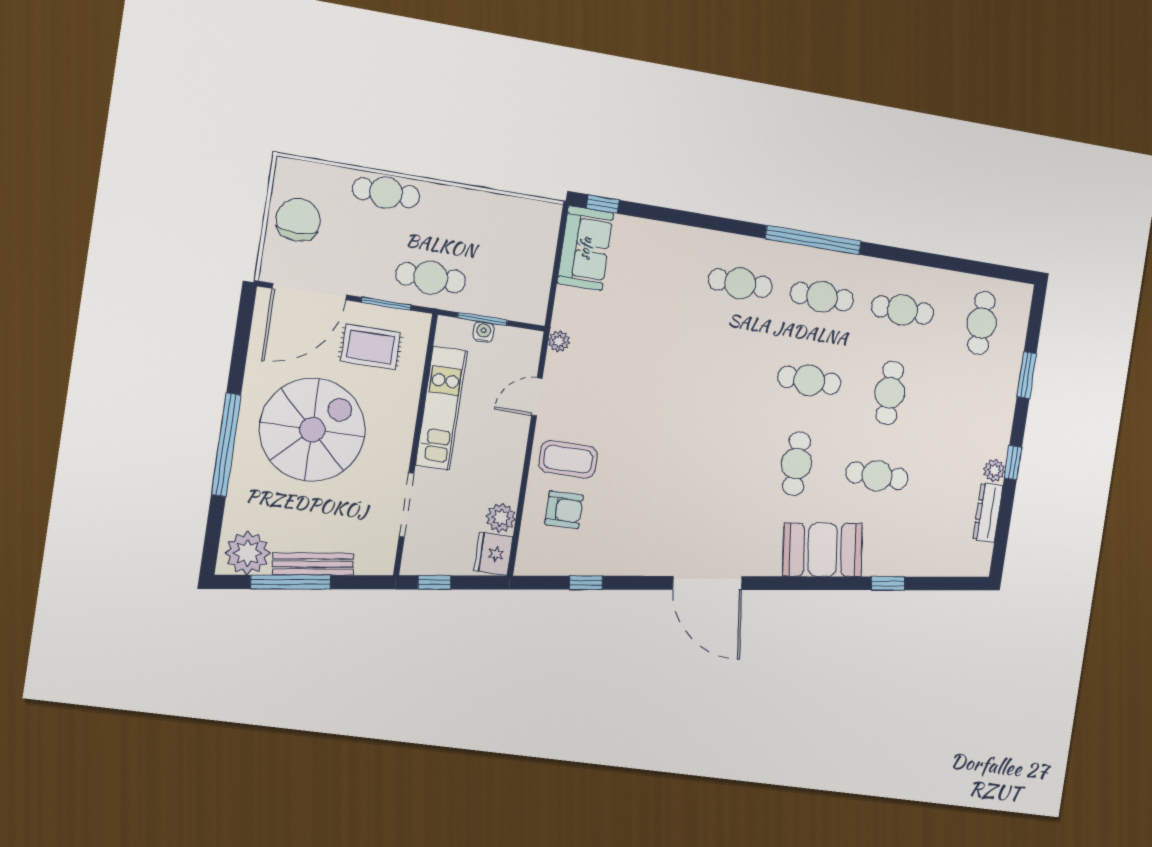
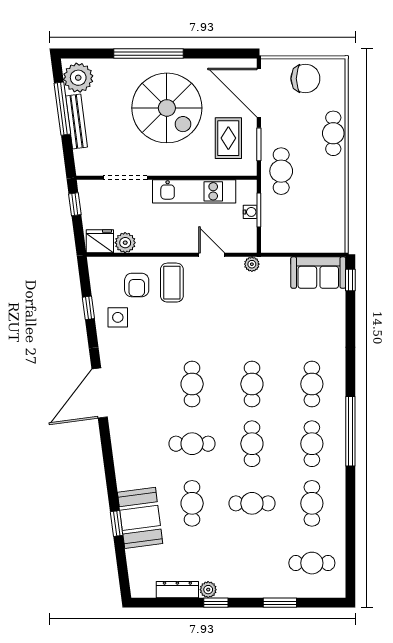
cafe table: (727, 367) -> (252, 384), added
cafe table: (715, 452) -> (192, 384), added
side table: (606, 543) -> (118, 317), added
booth: (823, 550) -> (140, 518), moved

